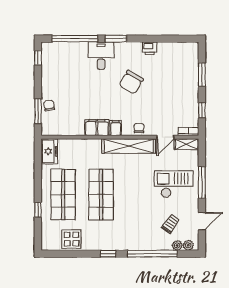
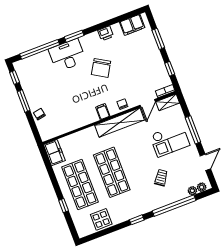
desk: (101, 56) -> (67, 55), width x1.37
window: (38, 111) -> (24, 101), moved
filing cabinet: (97, 128) -> (132, 25), moved, turned 180
checkout: (174, 184) -> (170, 140), turned 180
trolley: (170, 224) -> (161, 178), moved

